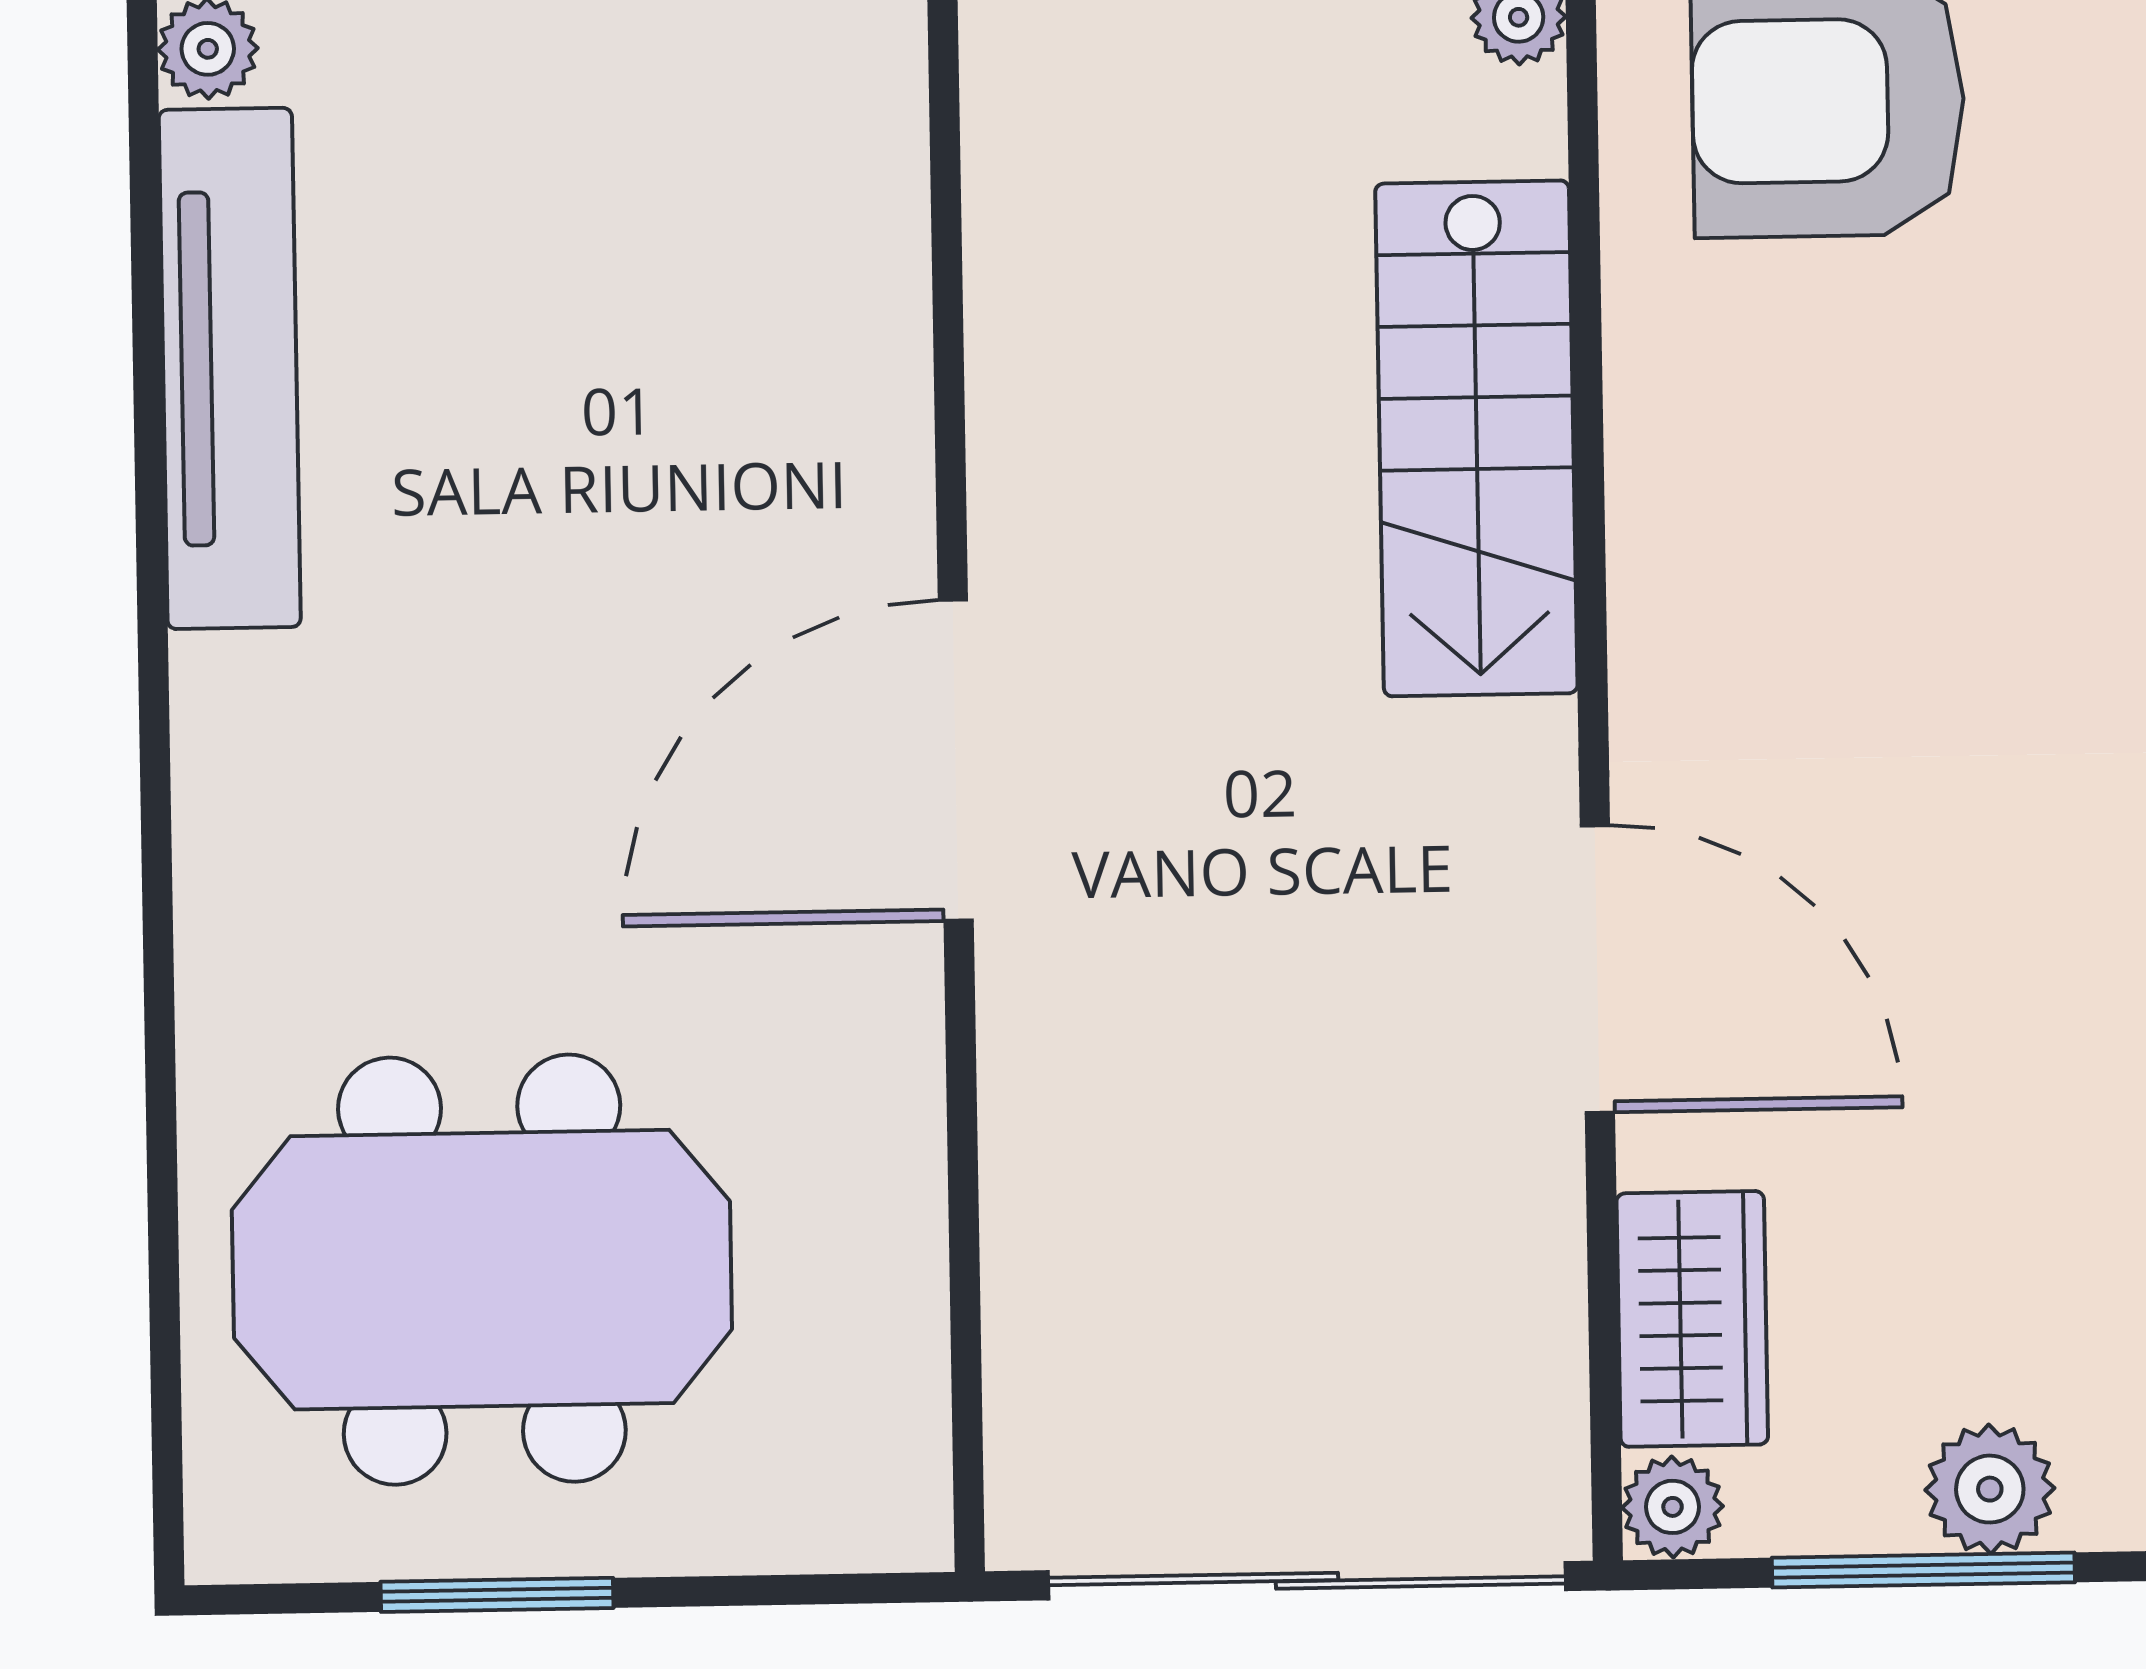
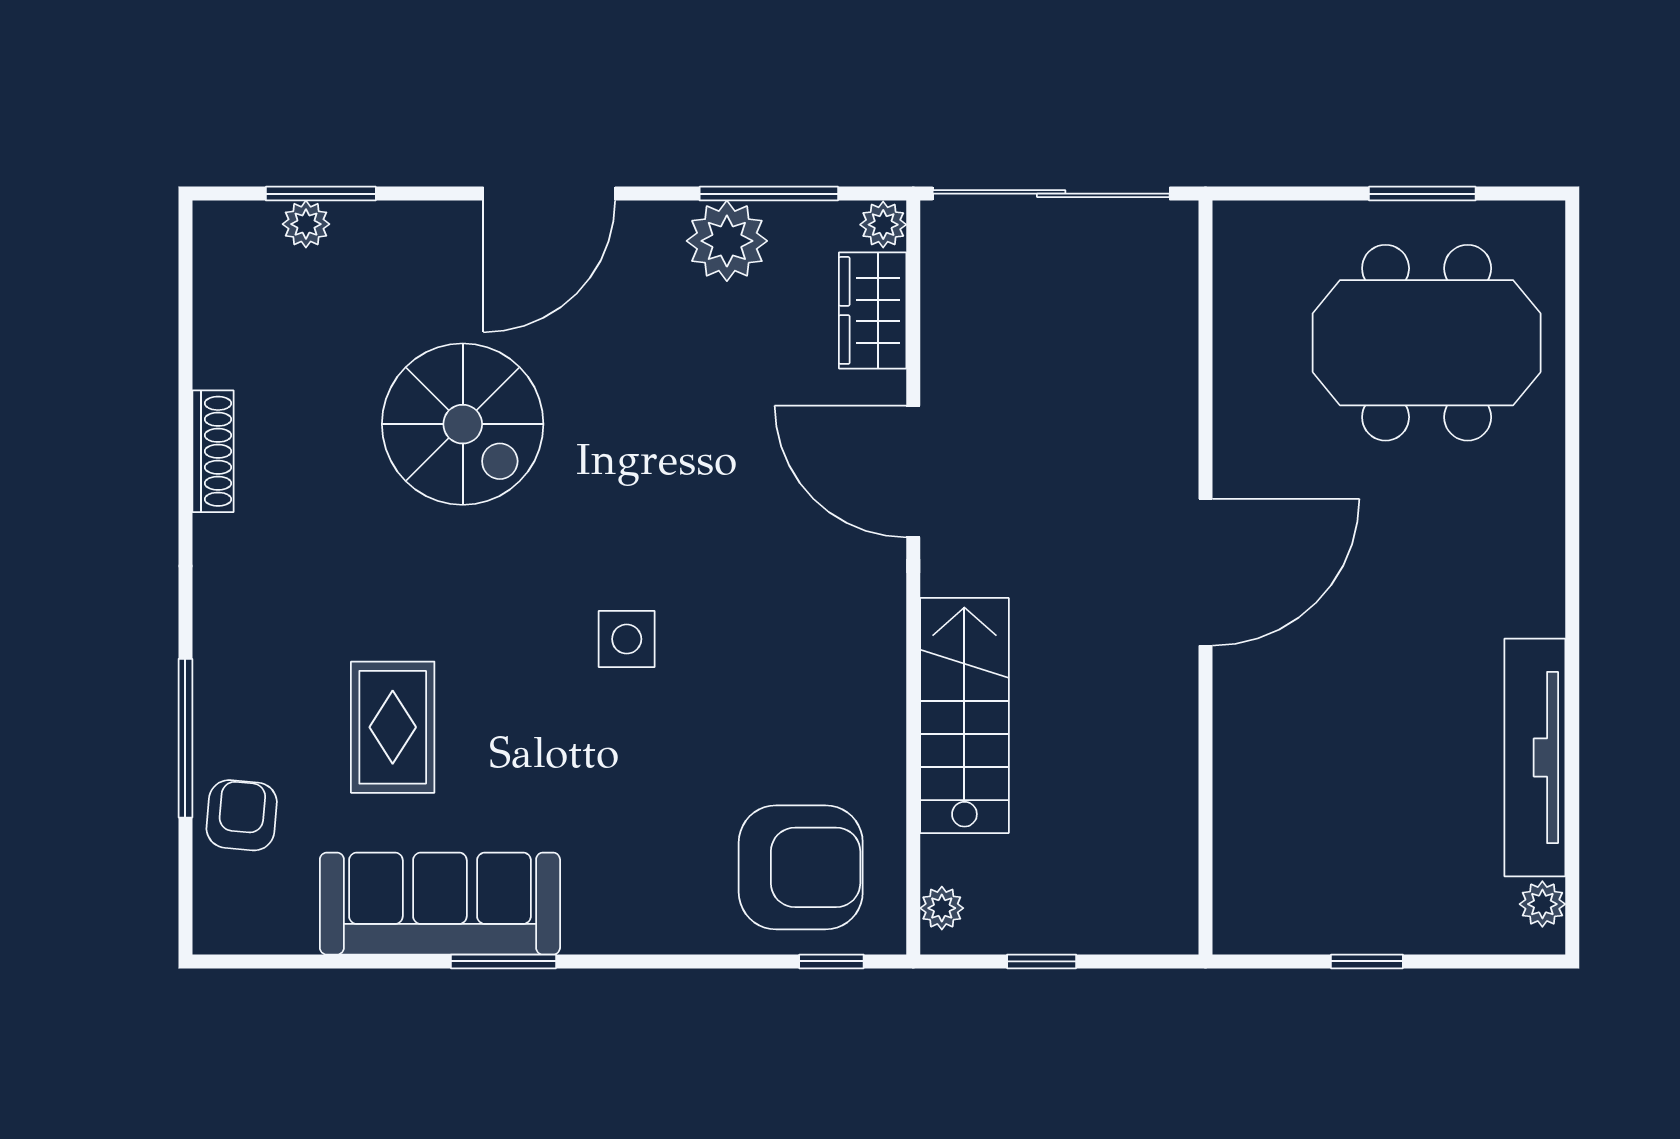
plant: (1990, 1489) -> (727, 241), width x1.36, depth x1.36

